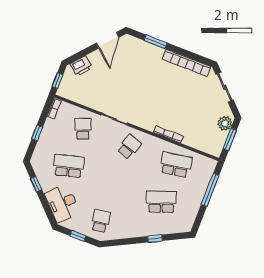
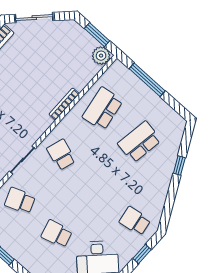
plant: (225, 123) -> (101, 56), moved
school desk: (69, 166) -> (57, 234), width x0.54
school desk: (161, 202) -> (139, 142), turned 30

